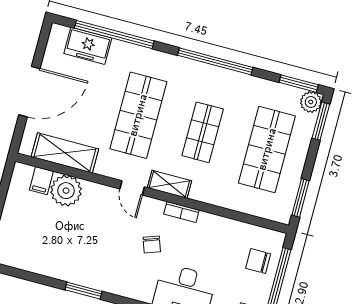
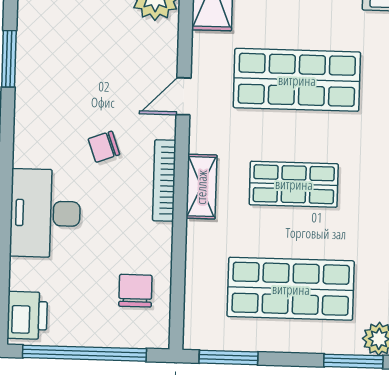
shelving: (169, 184) -> (201, 187), moved
bookcase: (181, 212) -> (164, 180), width x1.56
chair: (258, 261) -> (135, 291), moved

